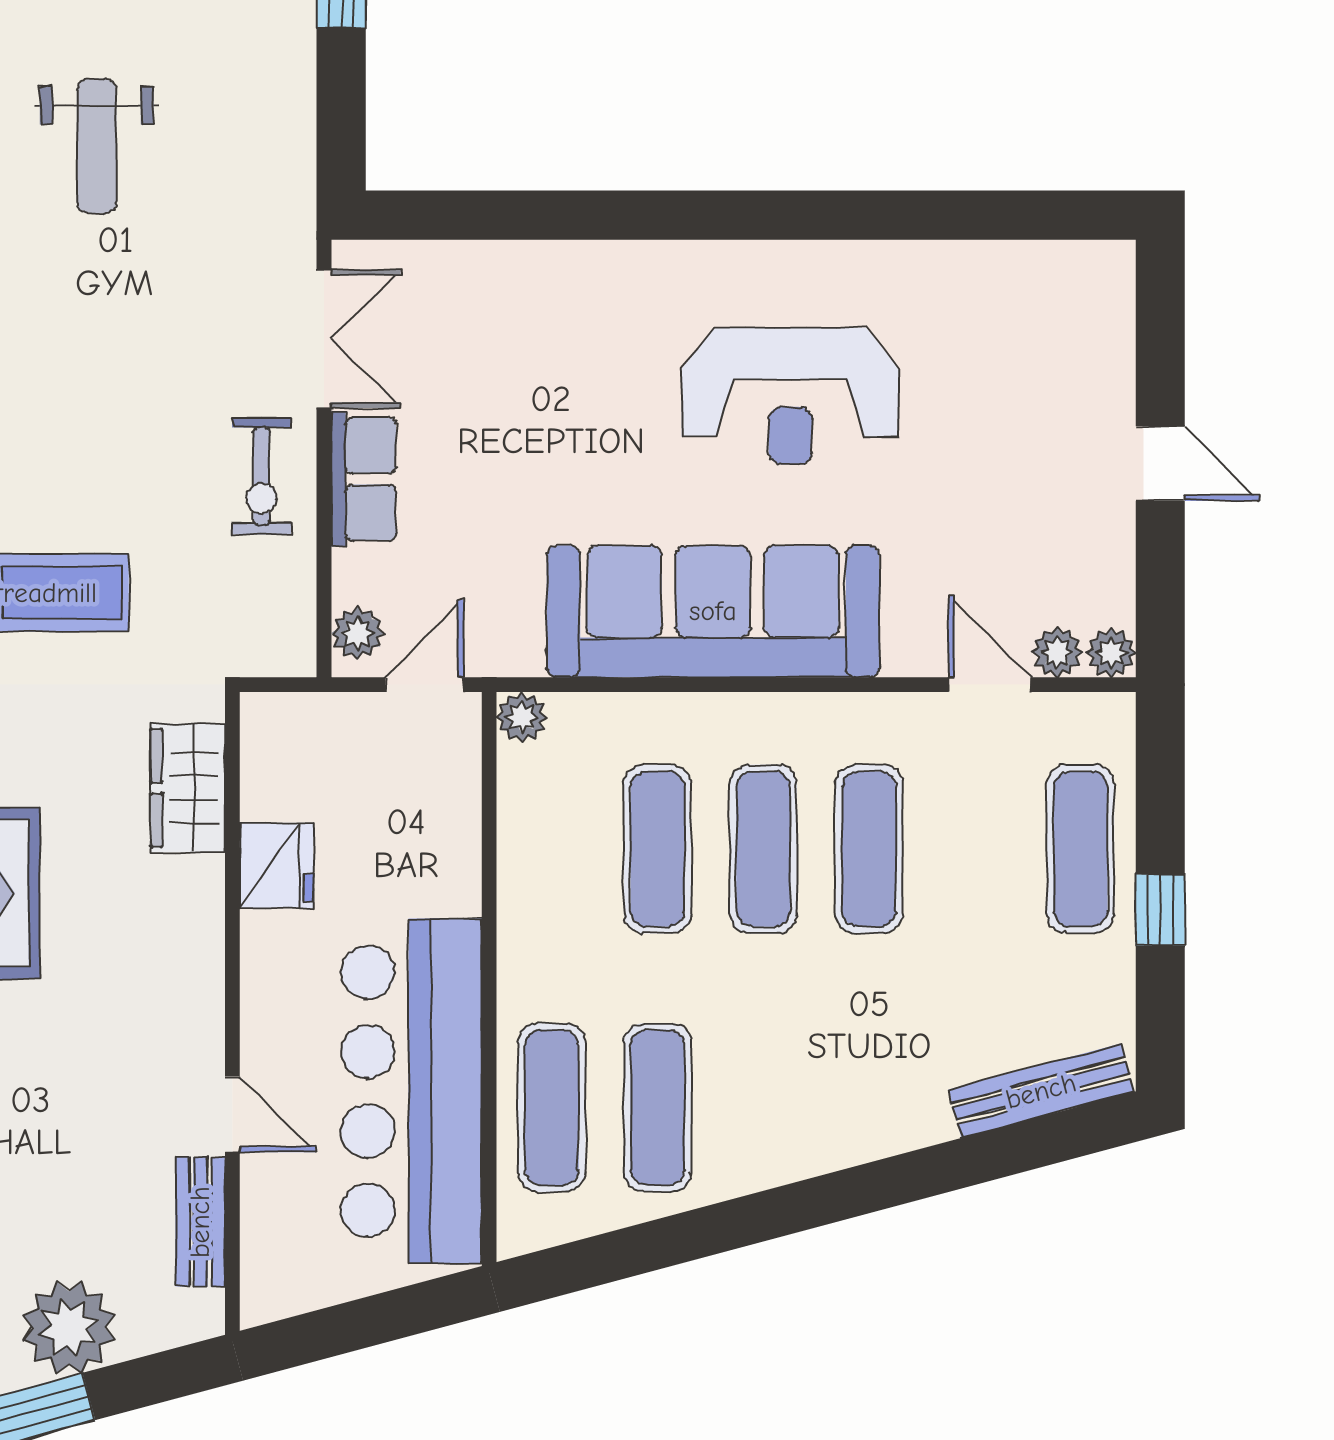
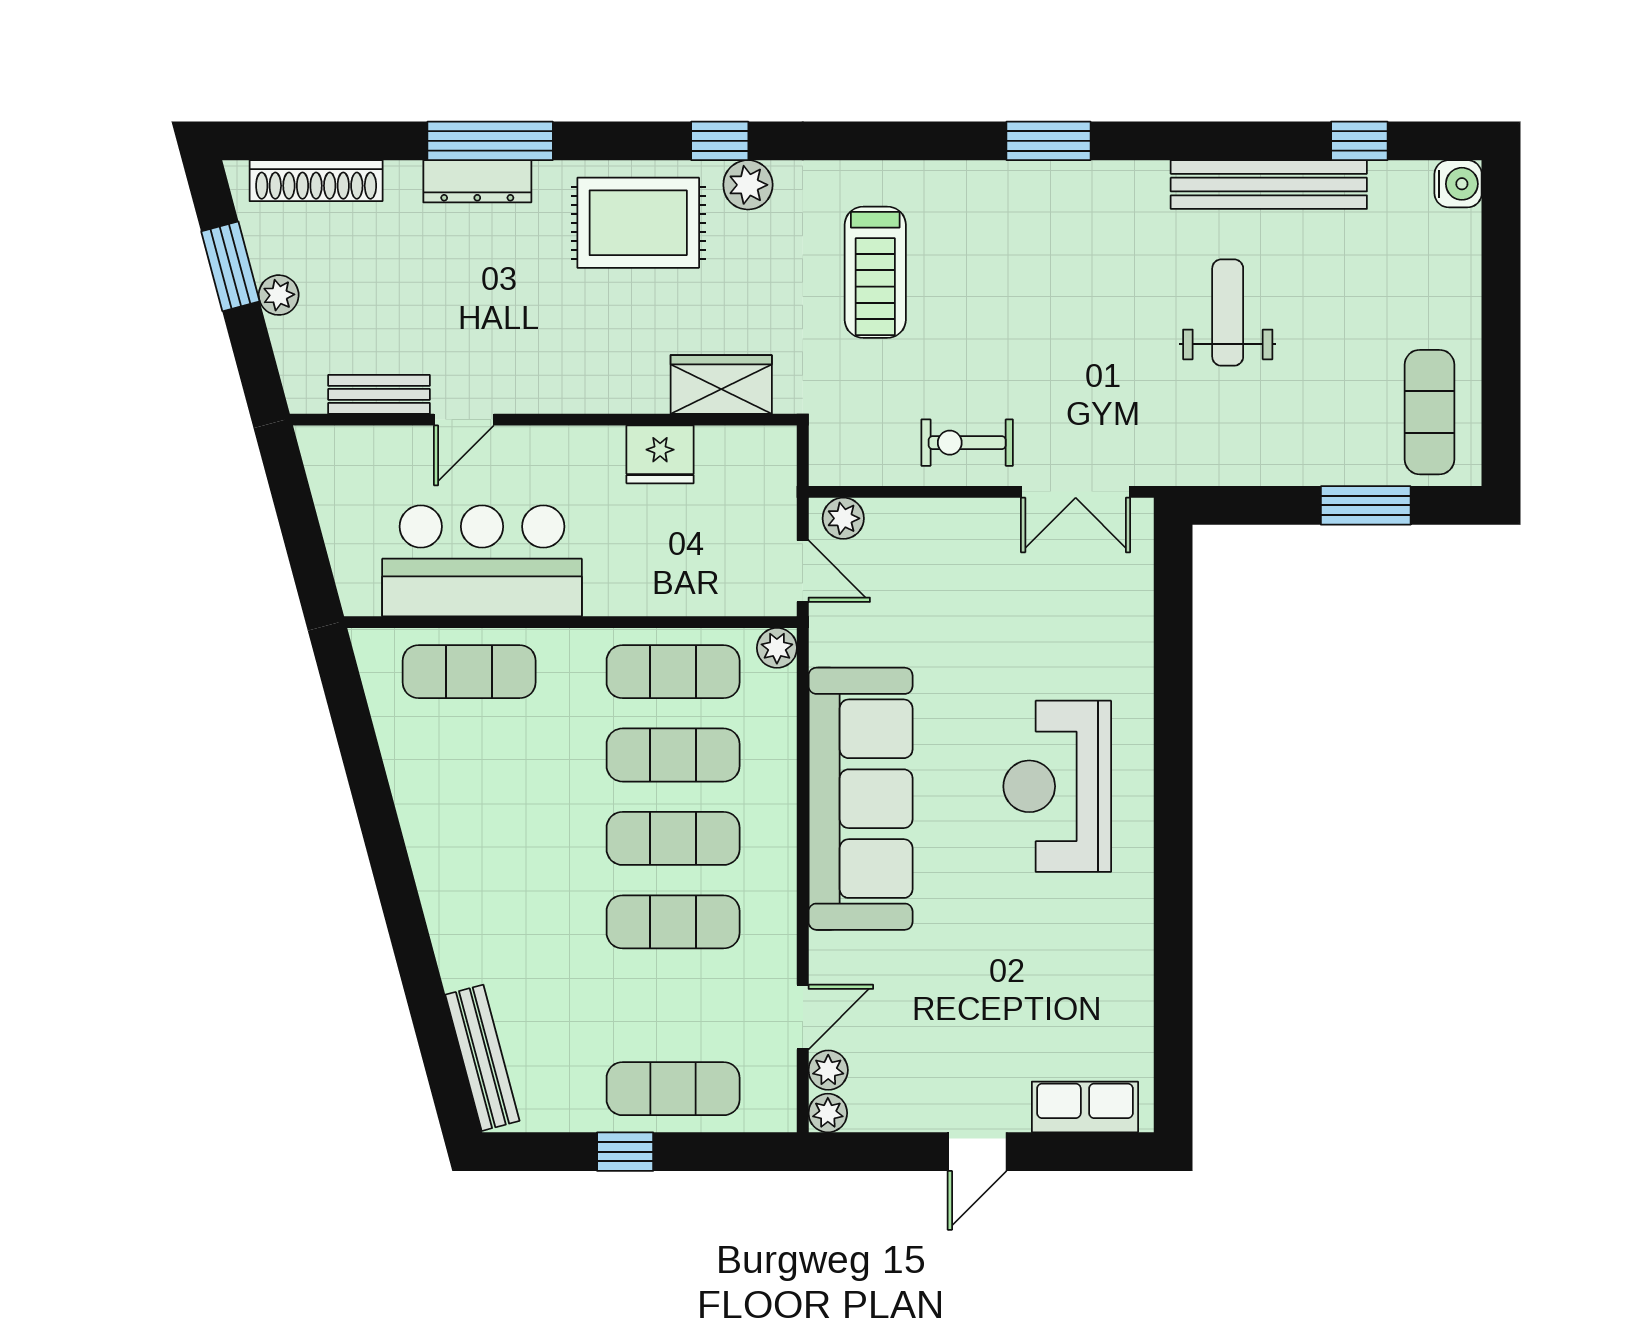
weight bench: (97, 146) -> (1228, 313), turned 90
reception desk: (790, 396) -> (1057, 786), moved
row of seats: (364, 479) -> (1085, 1107), moved, turned 180
bar counter: (411, 1091) -> (482, 561), width x0.73
exercise mat: (658, 1108) -> (673, 672), moved
plant: (69, 1328) -> (279, 295), width x0.53, depth x0.53

